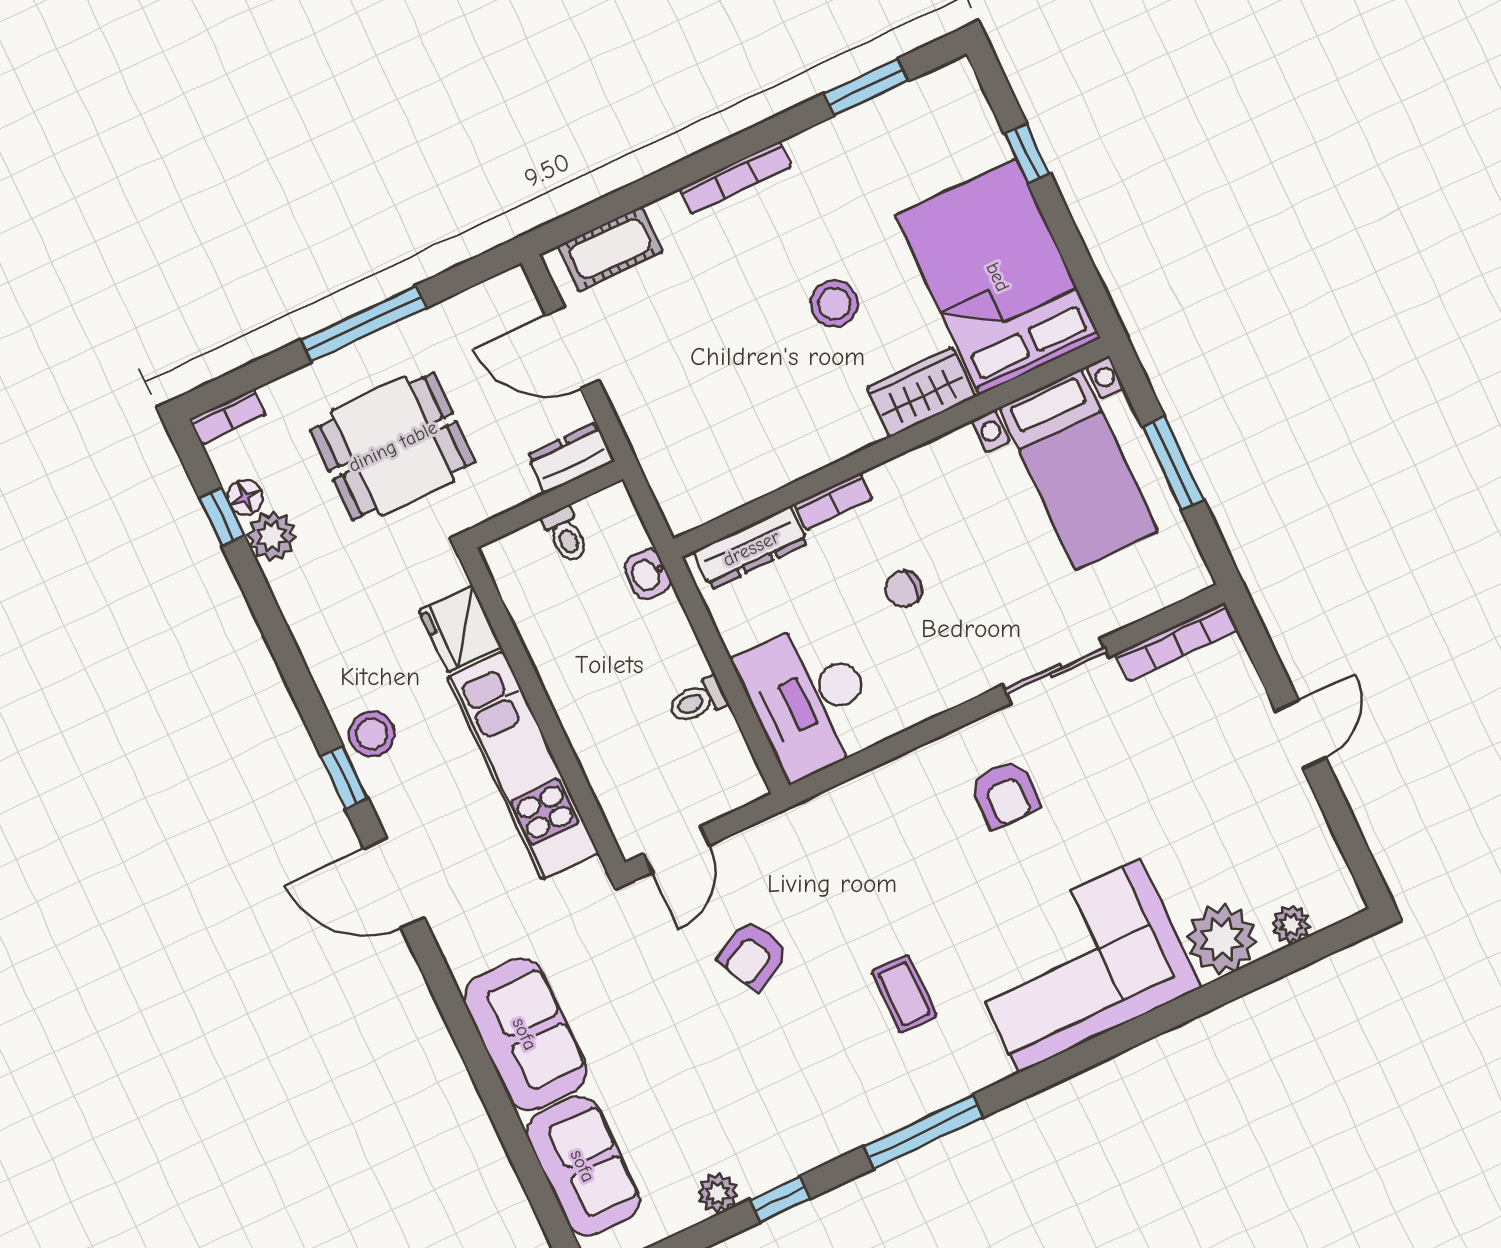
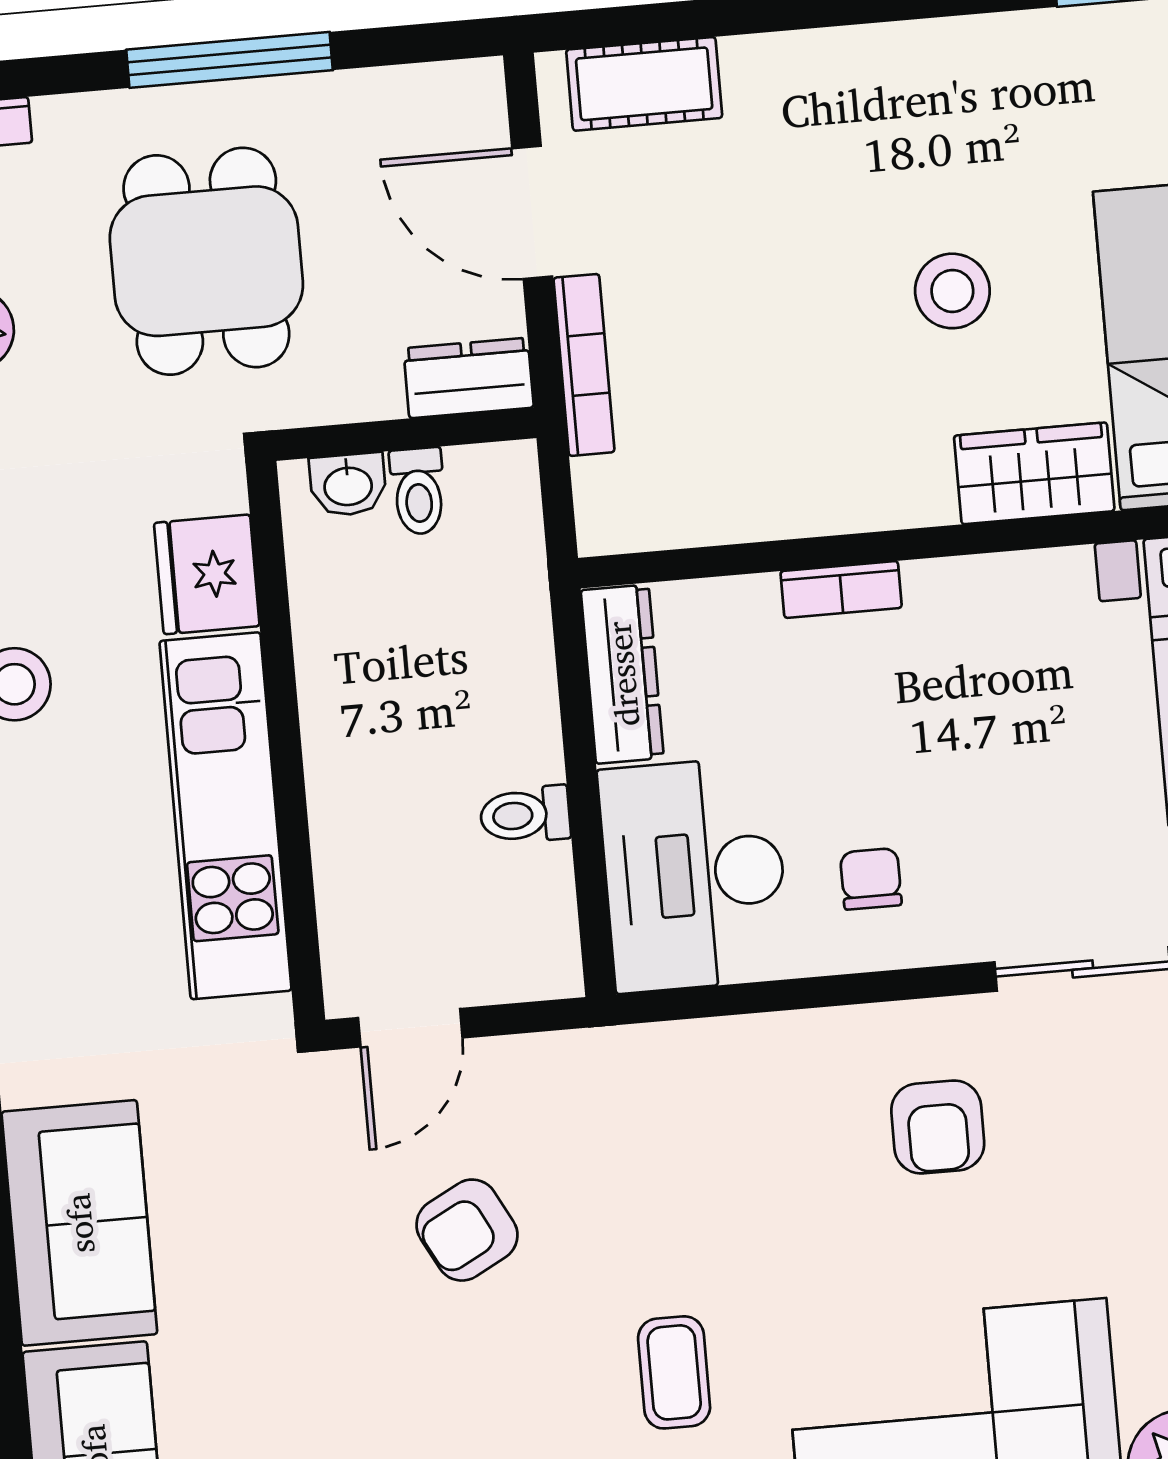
bookcase: (735, 178) -> (584, 365), moved, turned -90
dining table: (393, 446) -> (206, 261), turned 90
dresser: (751, 548) -> (622, 674), moved, turned -90
washbasin: (648, 574) -> (348, 485), moved, turned -90
chair: (904, 589) -> (871, 879), moved, turned 90

